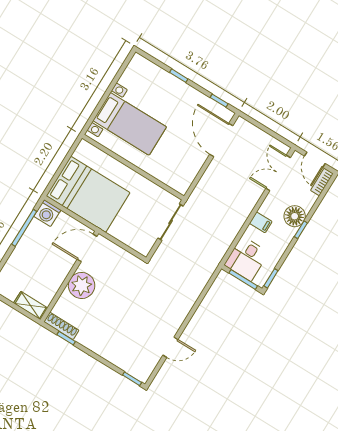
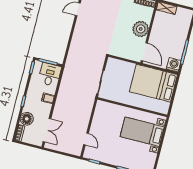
door: (221, 140) -> (86, 139), width x0.53
door: (315, 160) -> (28, 145), removed
floor lamp: (295, 216) -> (27, 119), moved
door: (87, 248) -> (144, 52), hinge flipped

